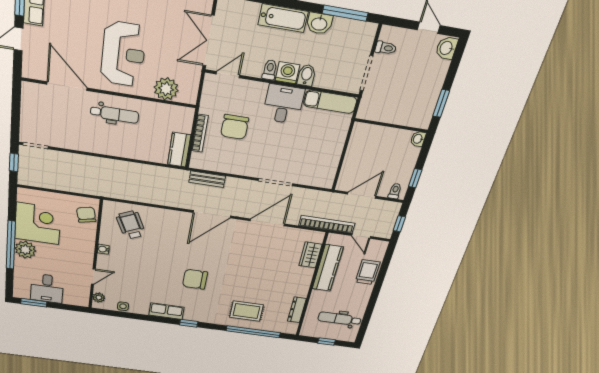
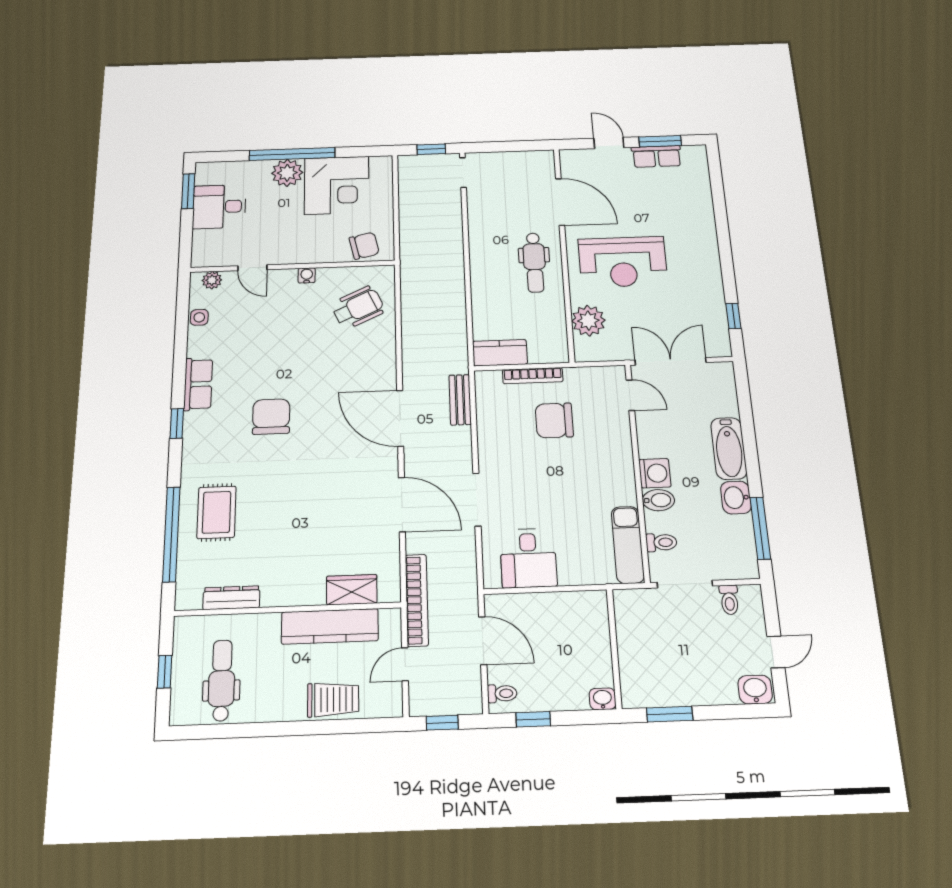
toilet: (270, 70) -> (661, 542), moved
door: (67, 86) -> (560, 202), hinge flipped
desk: (283, 104) -> (528, 558), moved, turned 90

